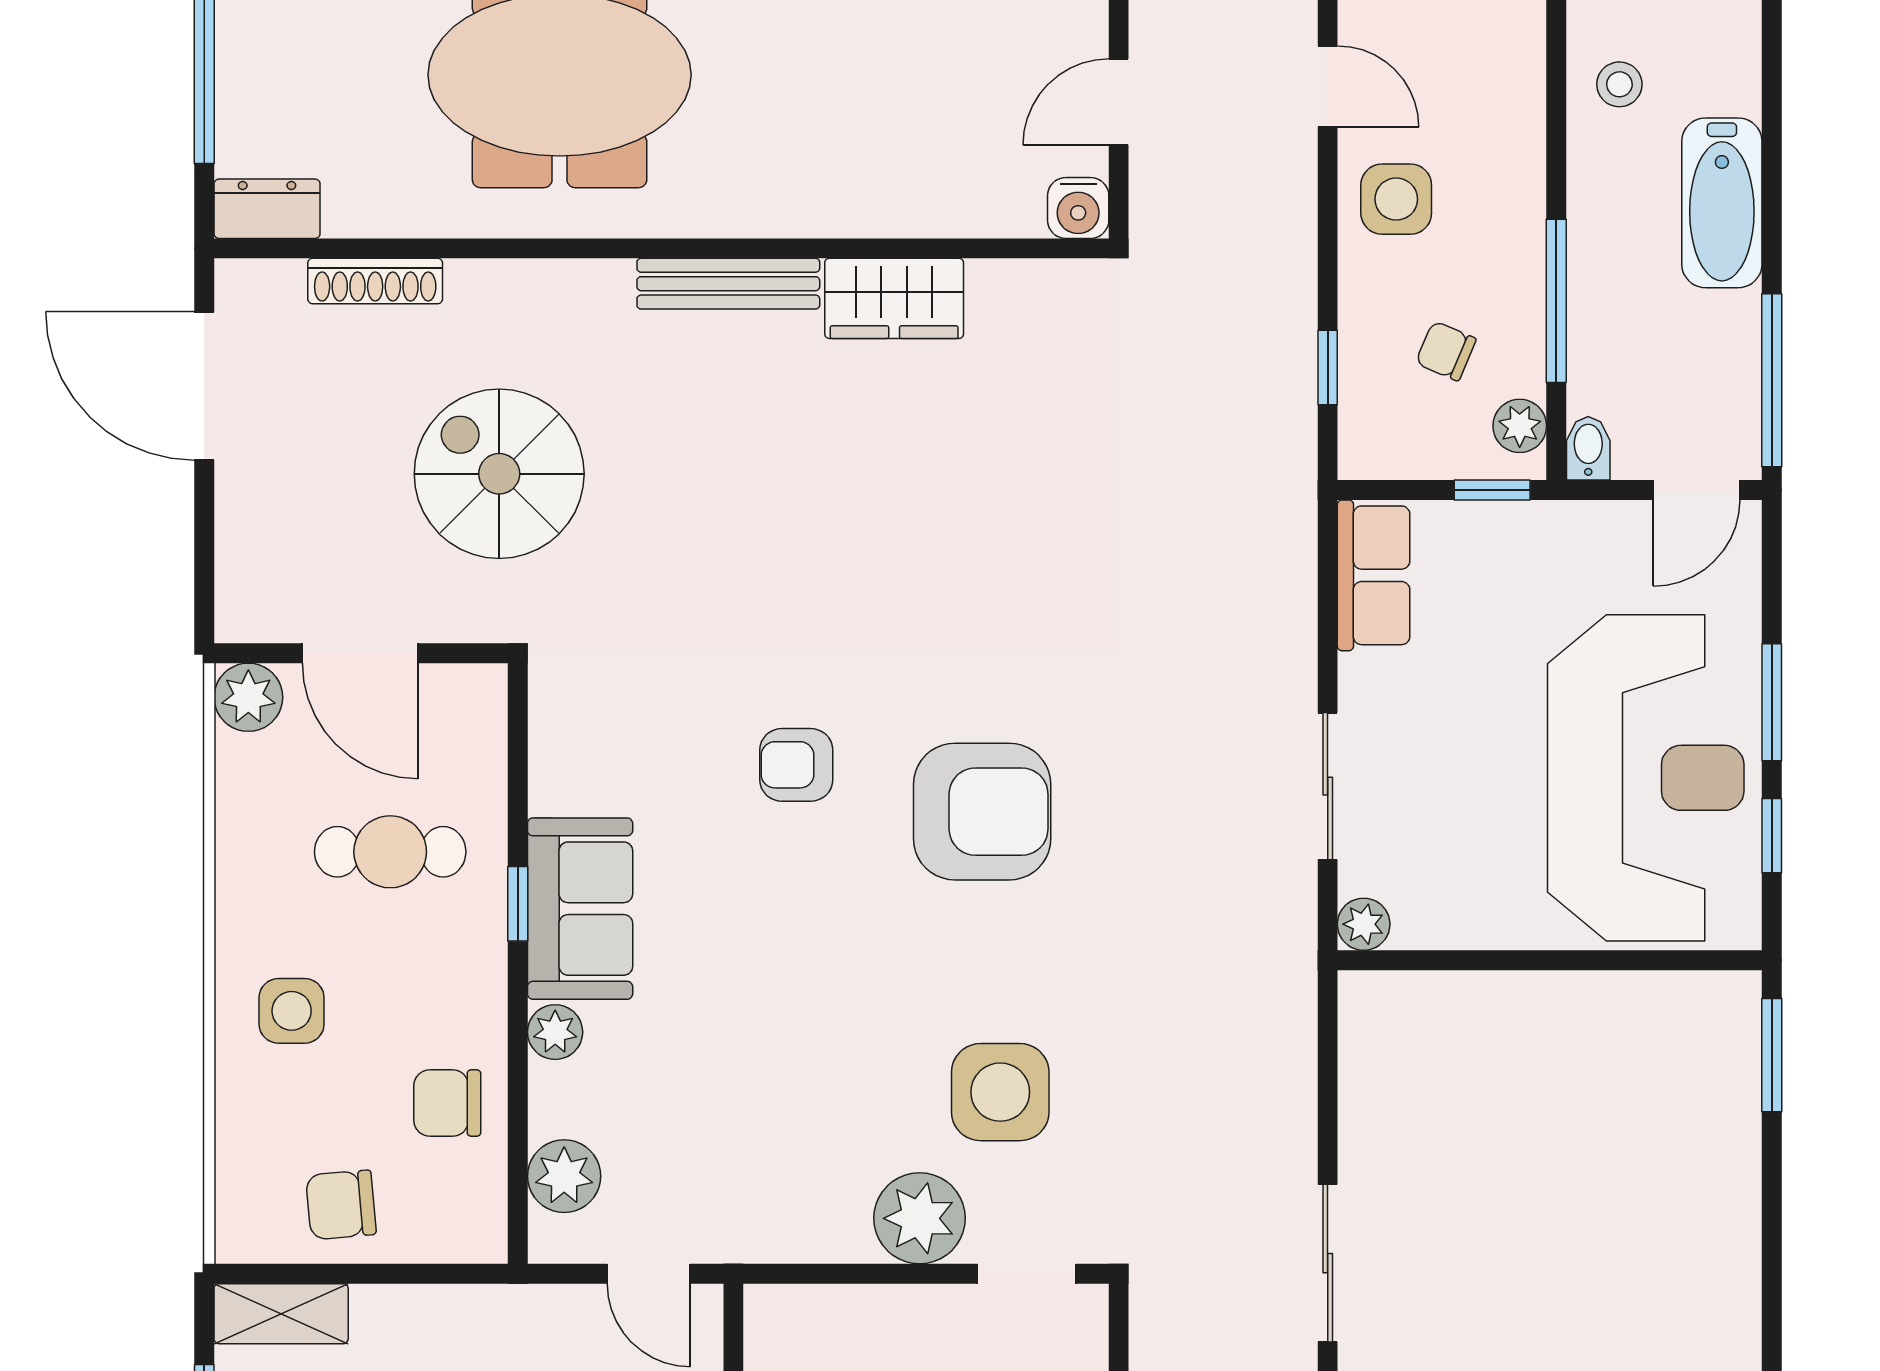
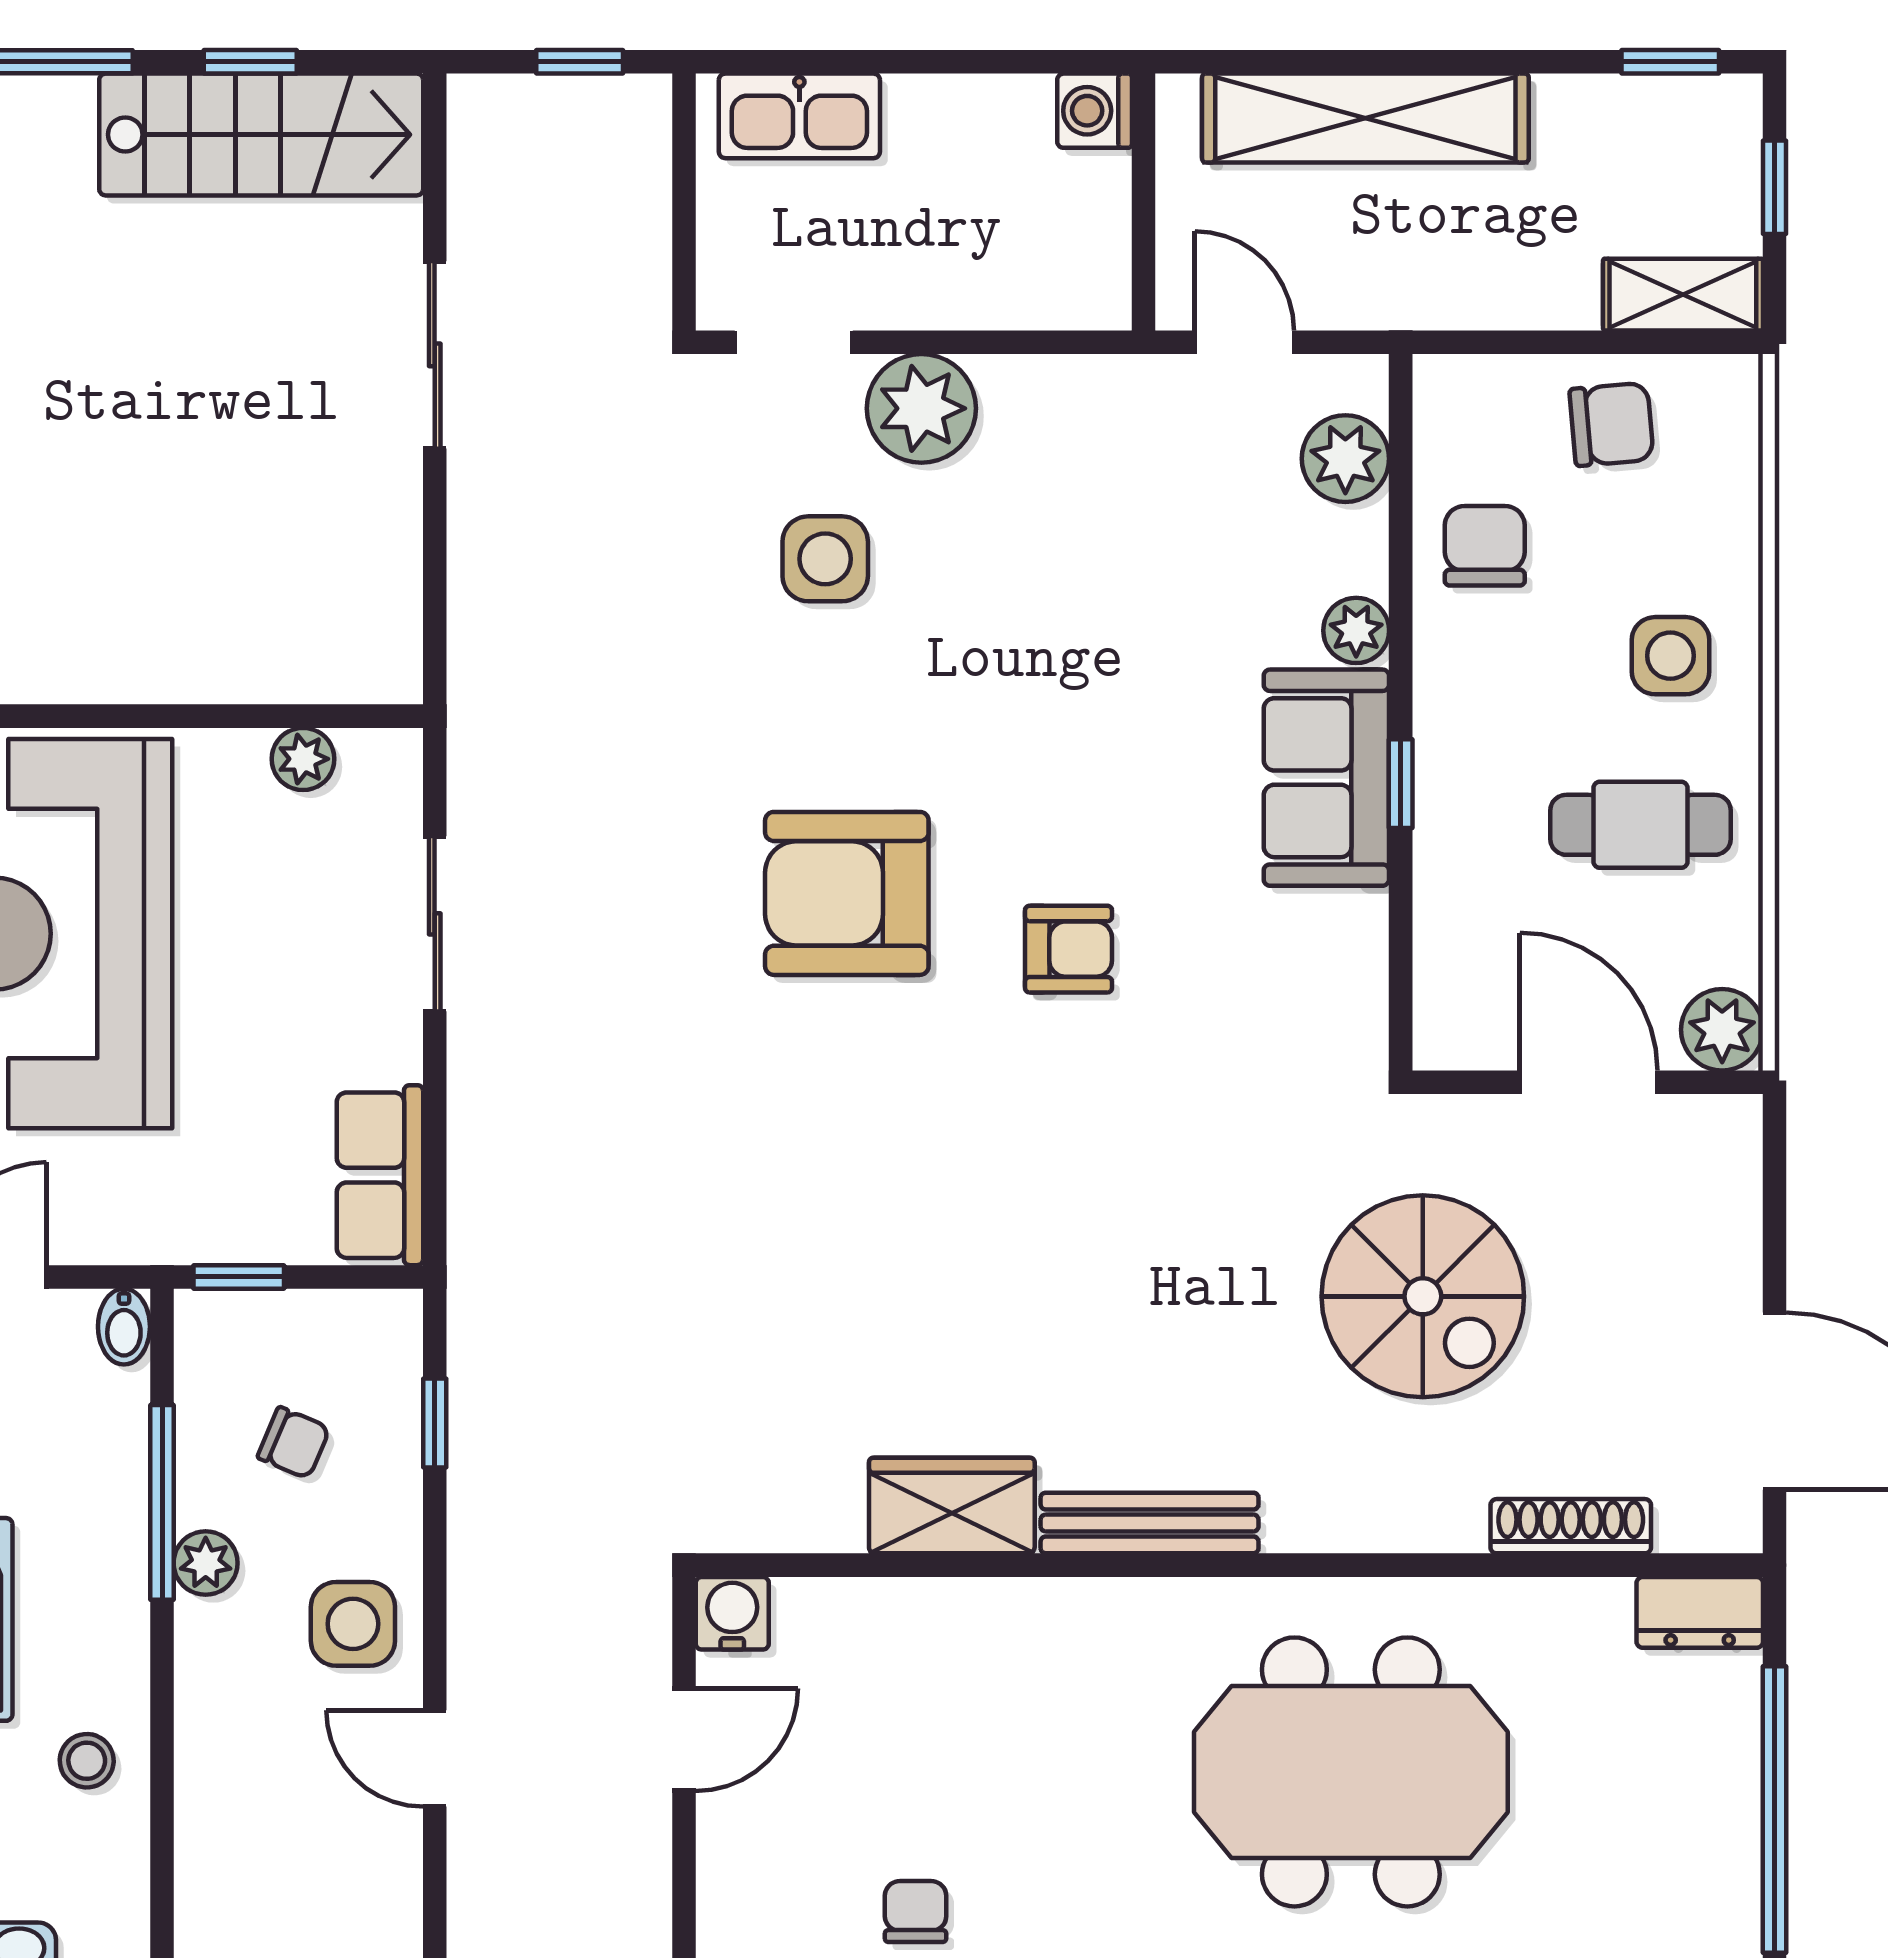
plant: (1520, 426) -> (206, 1563), moved
cafe table: (390, 852) -> (1641, 825), moved
plant: (1364, 924) -> (303, 759), moved
side table: (1000, 1092) -> (825, 559), width x0.73, depth x0.73
chair: (447, 1103) -> (1485, 546), turned -90

